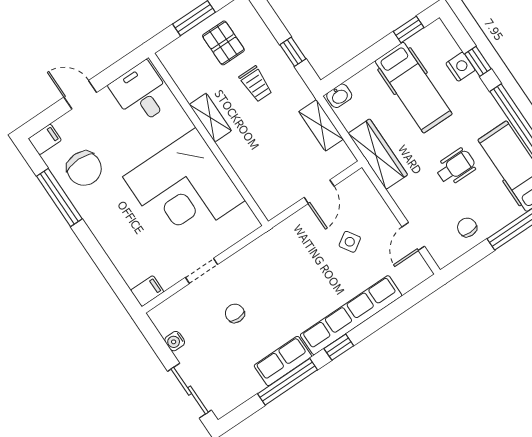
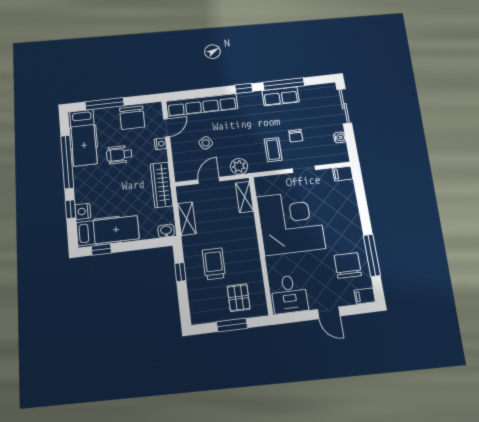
pallet: (223, 43) -> (239, 298), moved
trolley: (256, 84) -> (214, 264), width x1.36, depth x1.39
hospital bed: (414, 87) -> (108, 231), moved, turned 90
shelving: (210, 118) -> (244, 197), moved
nightstand: (409, 210) -> (160, 144), added
chair: (467, 227) -> (132, 118), width x1.87, depth x1.87
plant: (289, 231) -> (239, 166), added
coffee table: (255, 278) -> (273, 150), added
row of seats: (351, 315) -> (202, 105), moved

